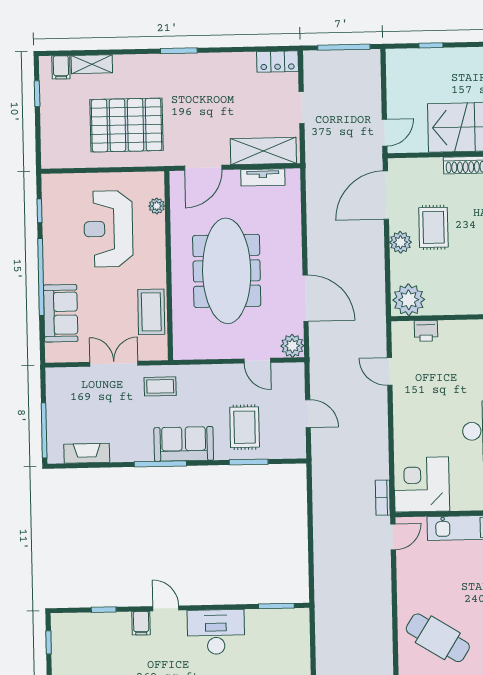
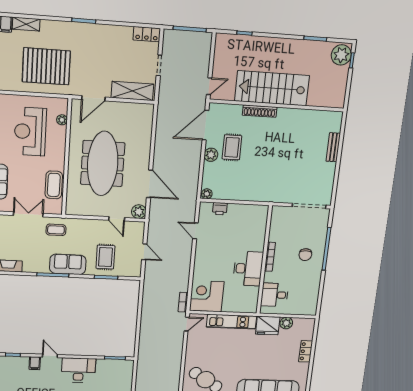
tv unit: (263, 177) -> (130, 108), removed
plant: (409, 300) -> (207, 194), width x0.53, depth x0.53

